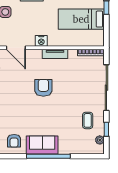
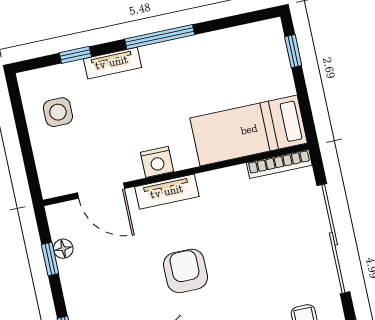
bed: (81, 19) -> (249, 130), moved
tv unit: (55, 54) -> (167, 192), moved

